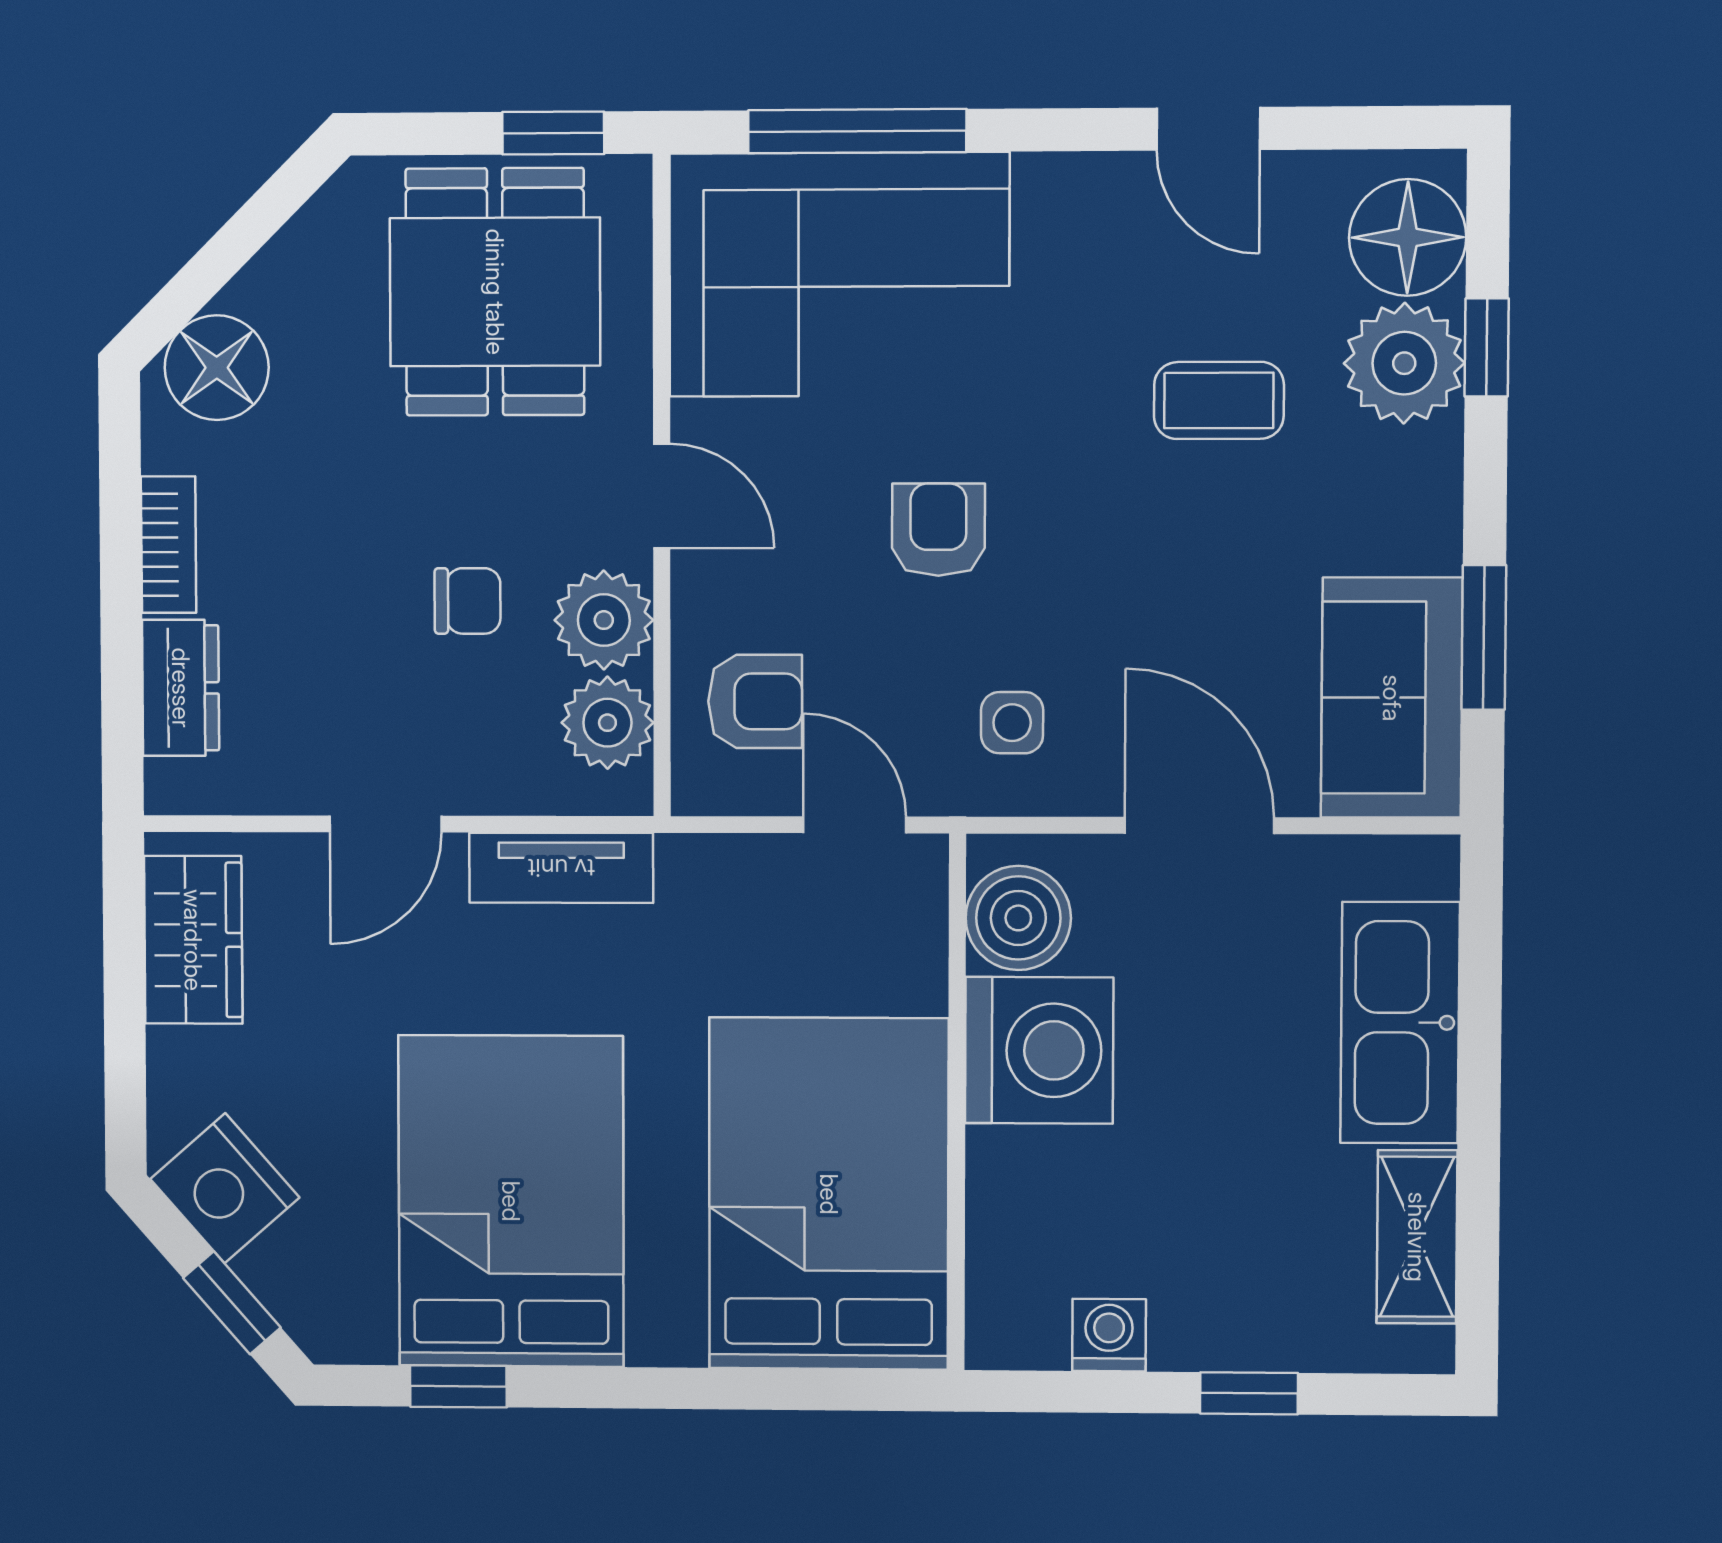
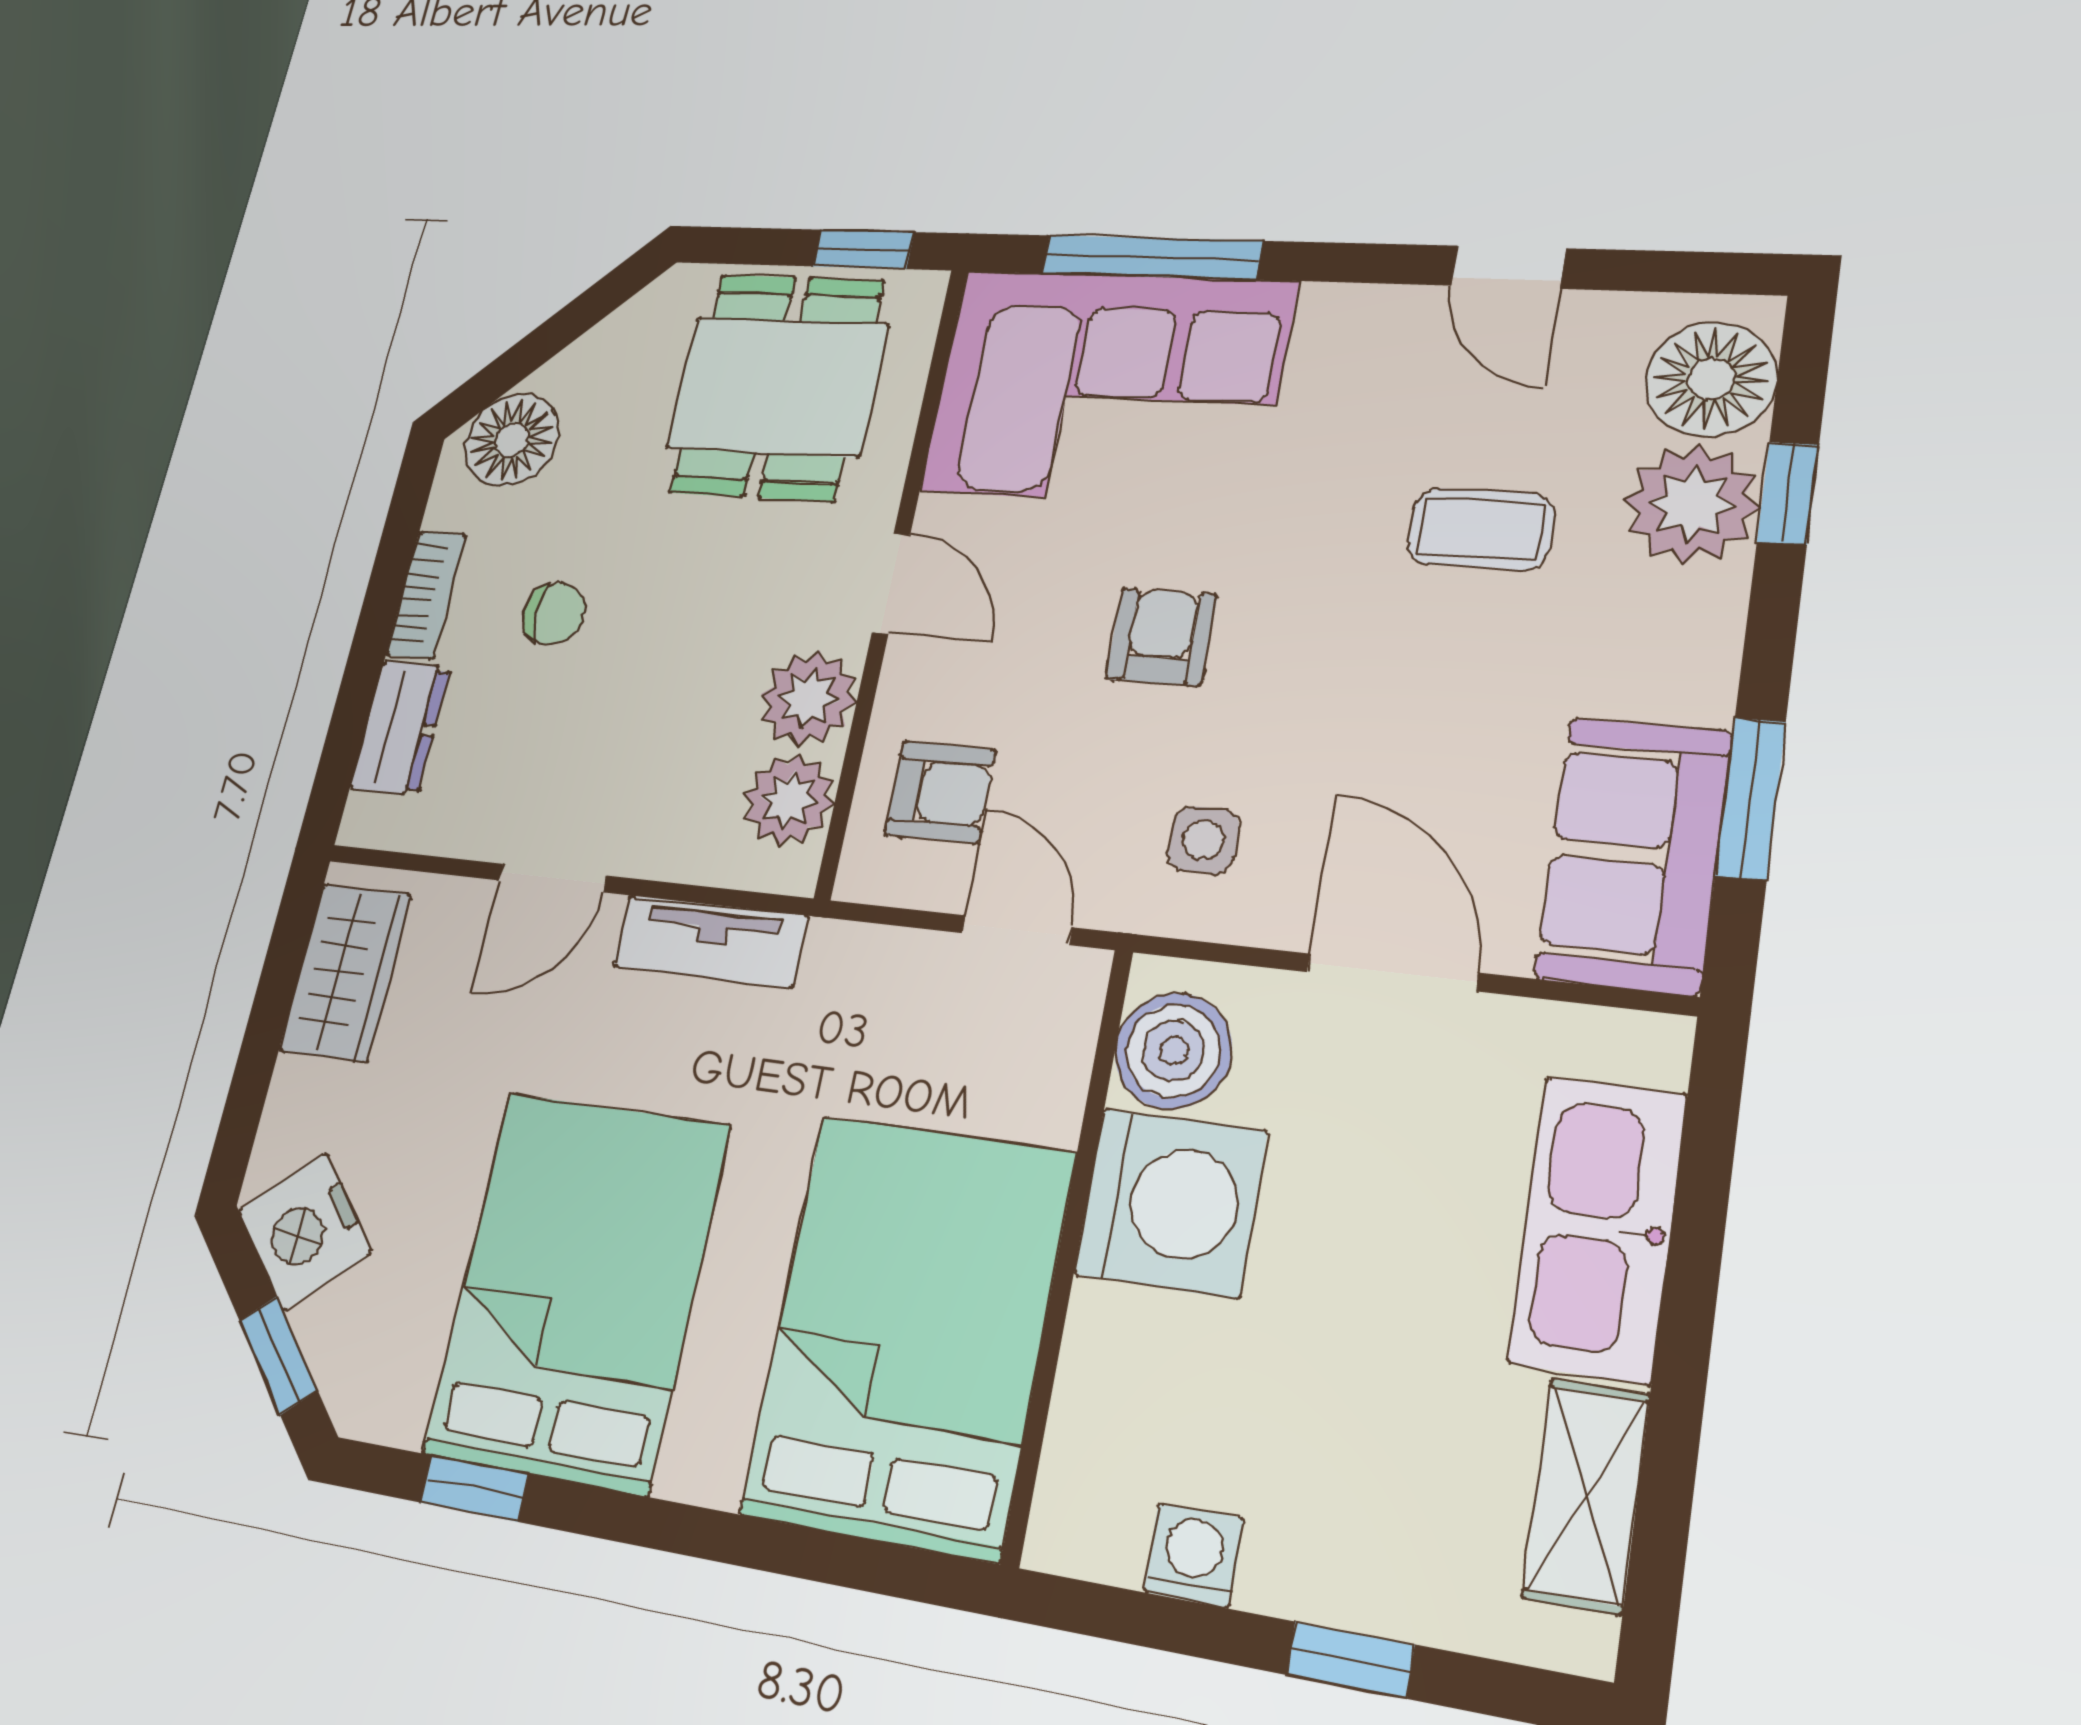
chair: (468, 601) -> (554, 614), moved

